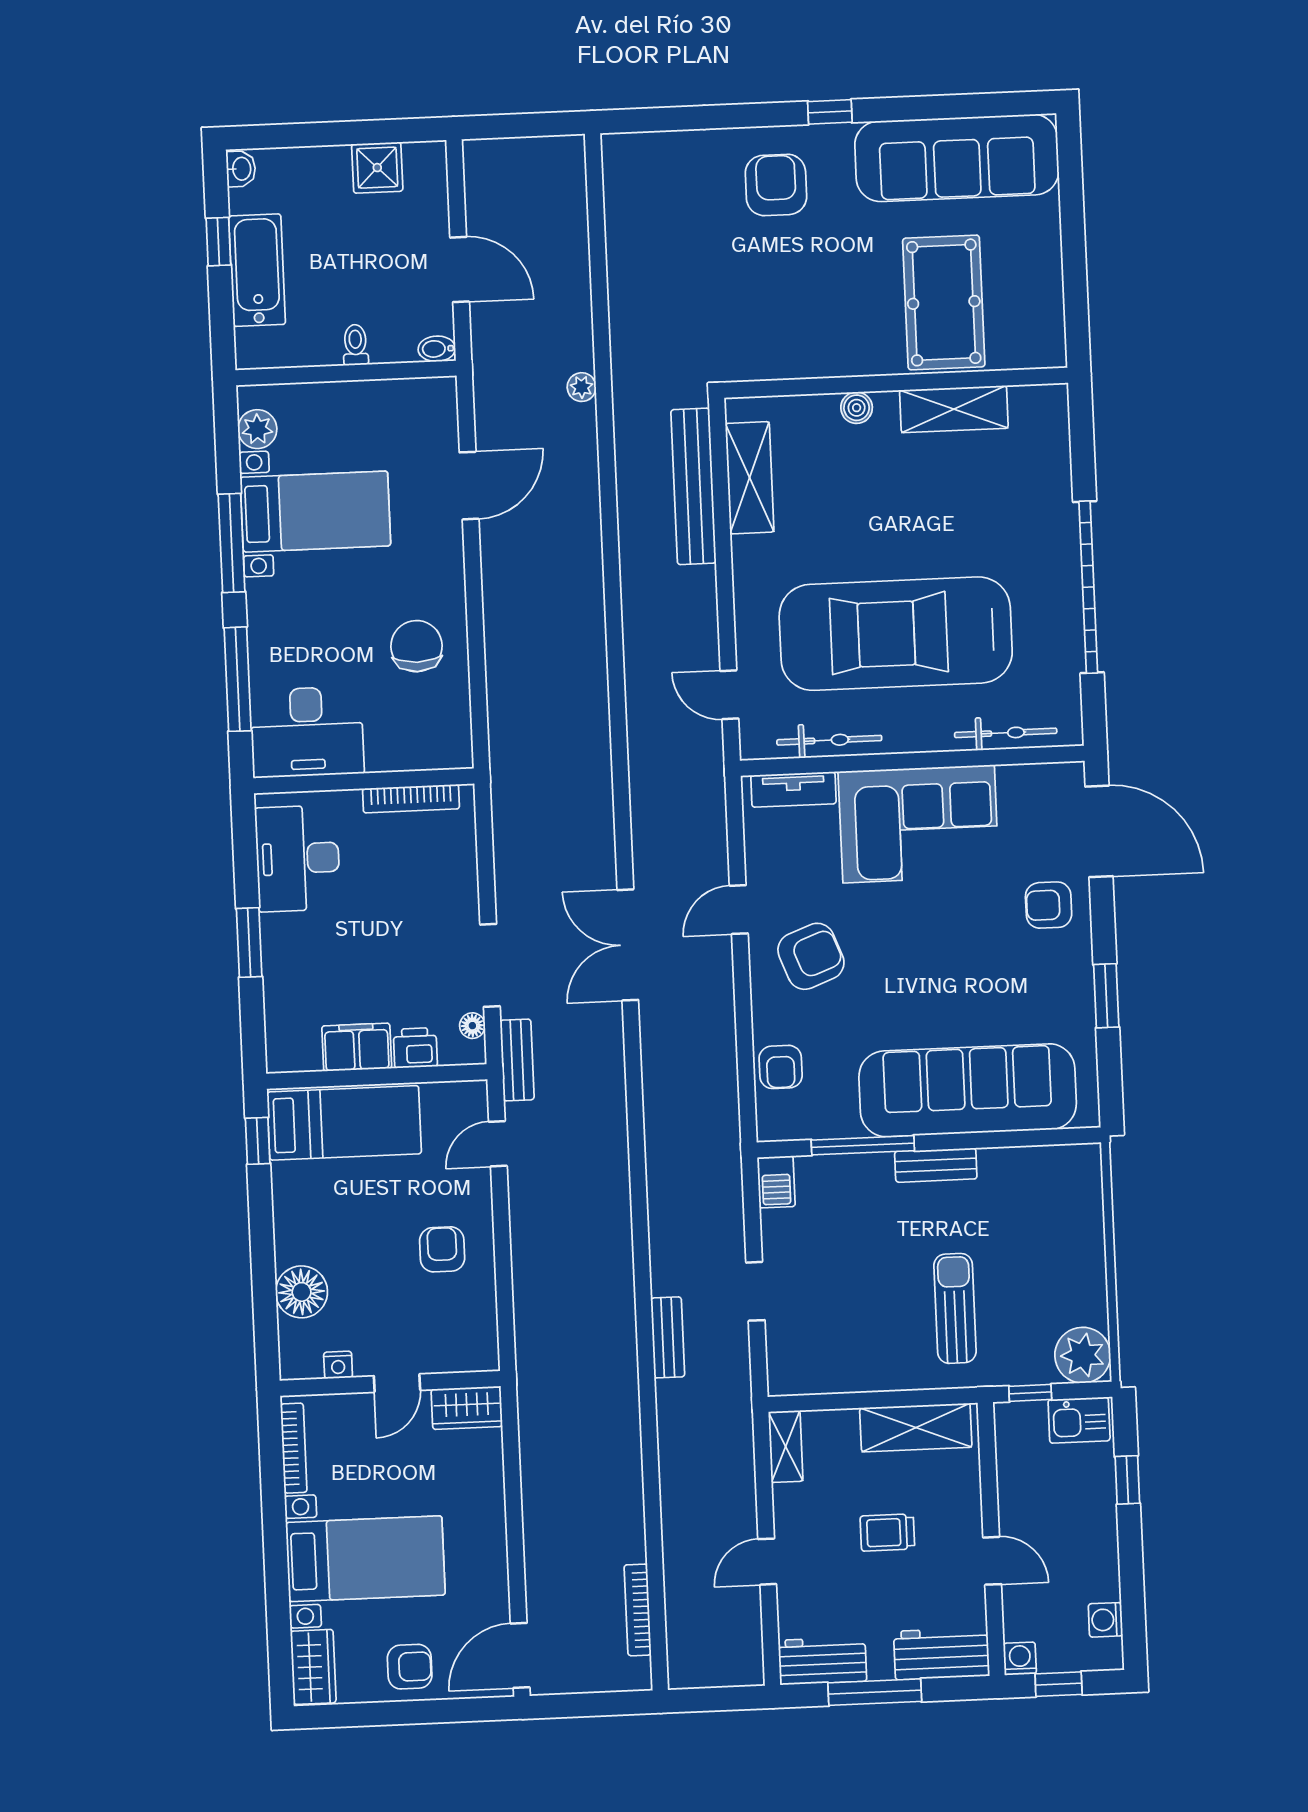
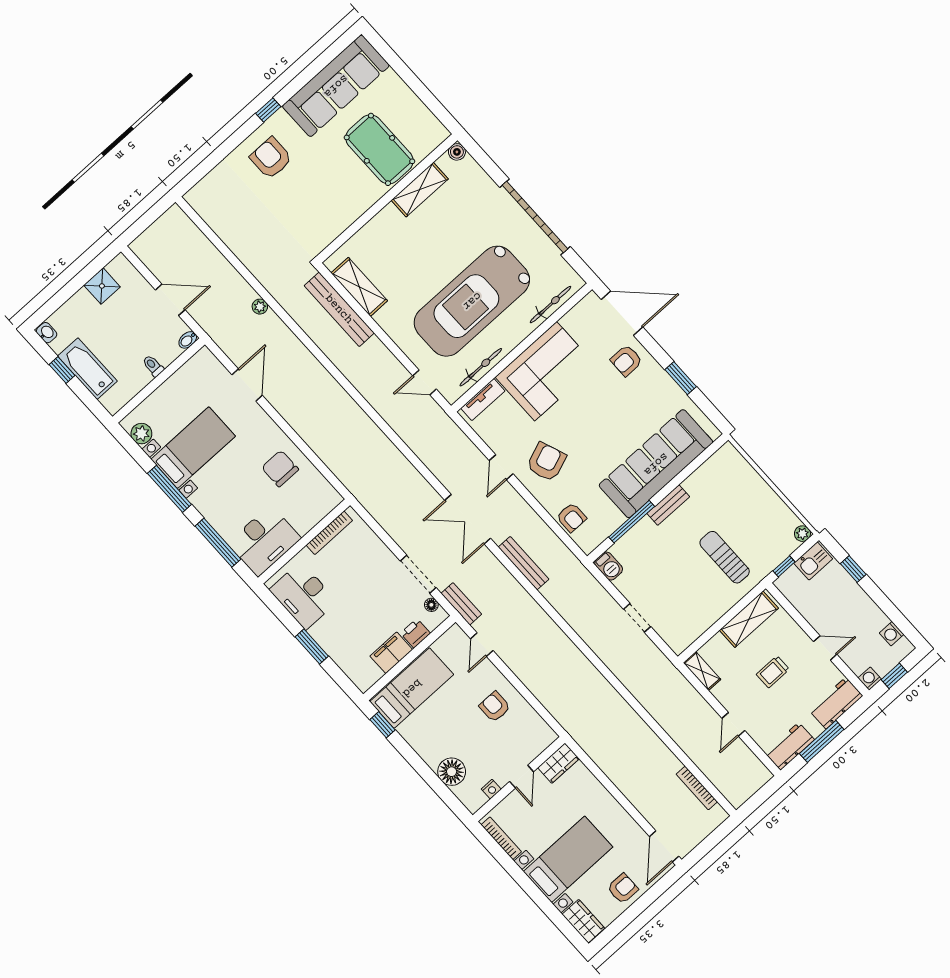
boiler: (857, 408) -> (457, 152), moved
bench: (668, 1337) -> (524, 563), moved, width x1.36
plant: (1083, 1355) -> (802, 534), width x0.53, depth x0.53

